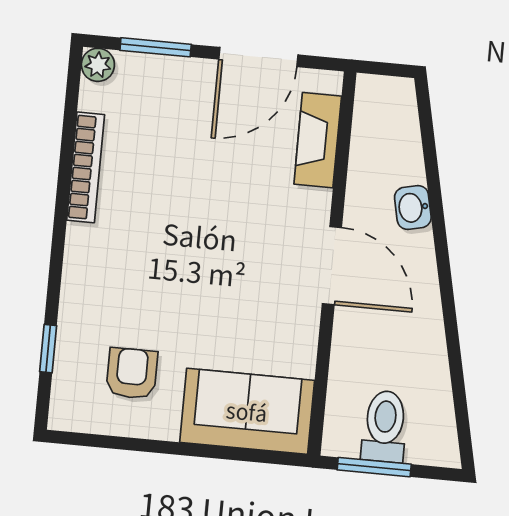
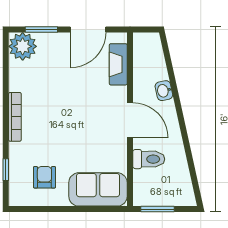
plant: (98, 65) -> (23, 46), width x1.88, depth x1.88
bookcase: (86, 167) -> (15, 117), moved
toilet: (385, 426) -> (149, 159), moved, turned 90

